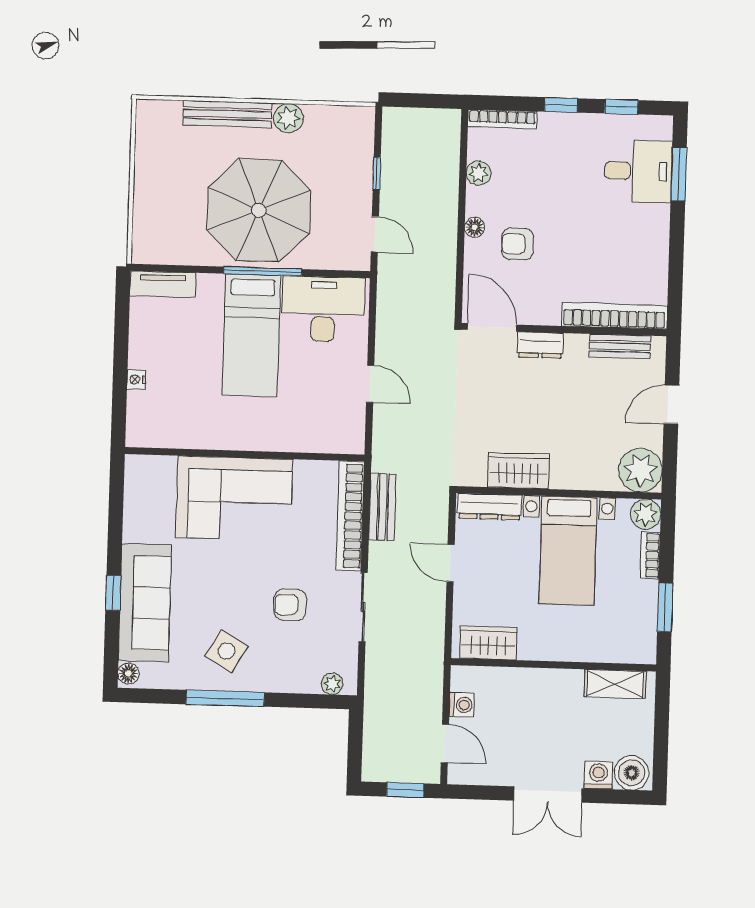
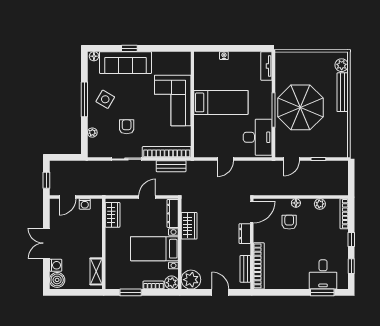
plant: (288, 118) -> (342, 65), moved
bed: (251, 336) -> (221, 102), moved, turned 180
plant: (332, 684) -> (92, 133), moved

